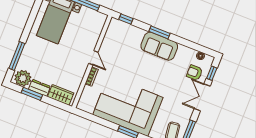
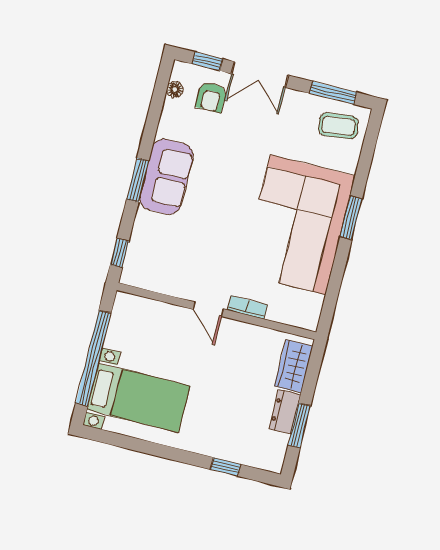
window: (17, 56) -> (225, 467), width x0.46
door: (93, 58) -> (208, 309), swing flipped
plant: (23, 78) -> (270, 448), removed

